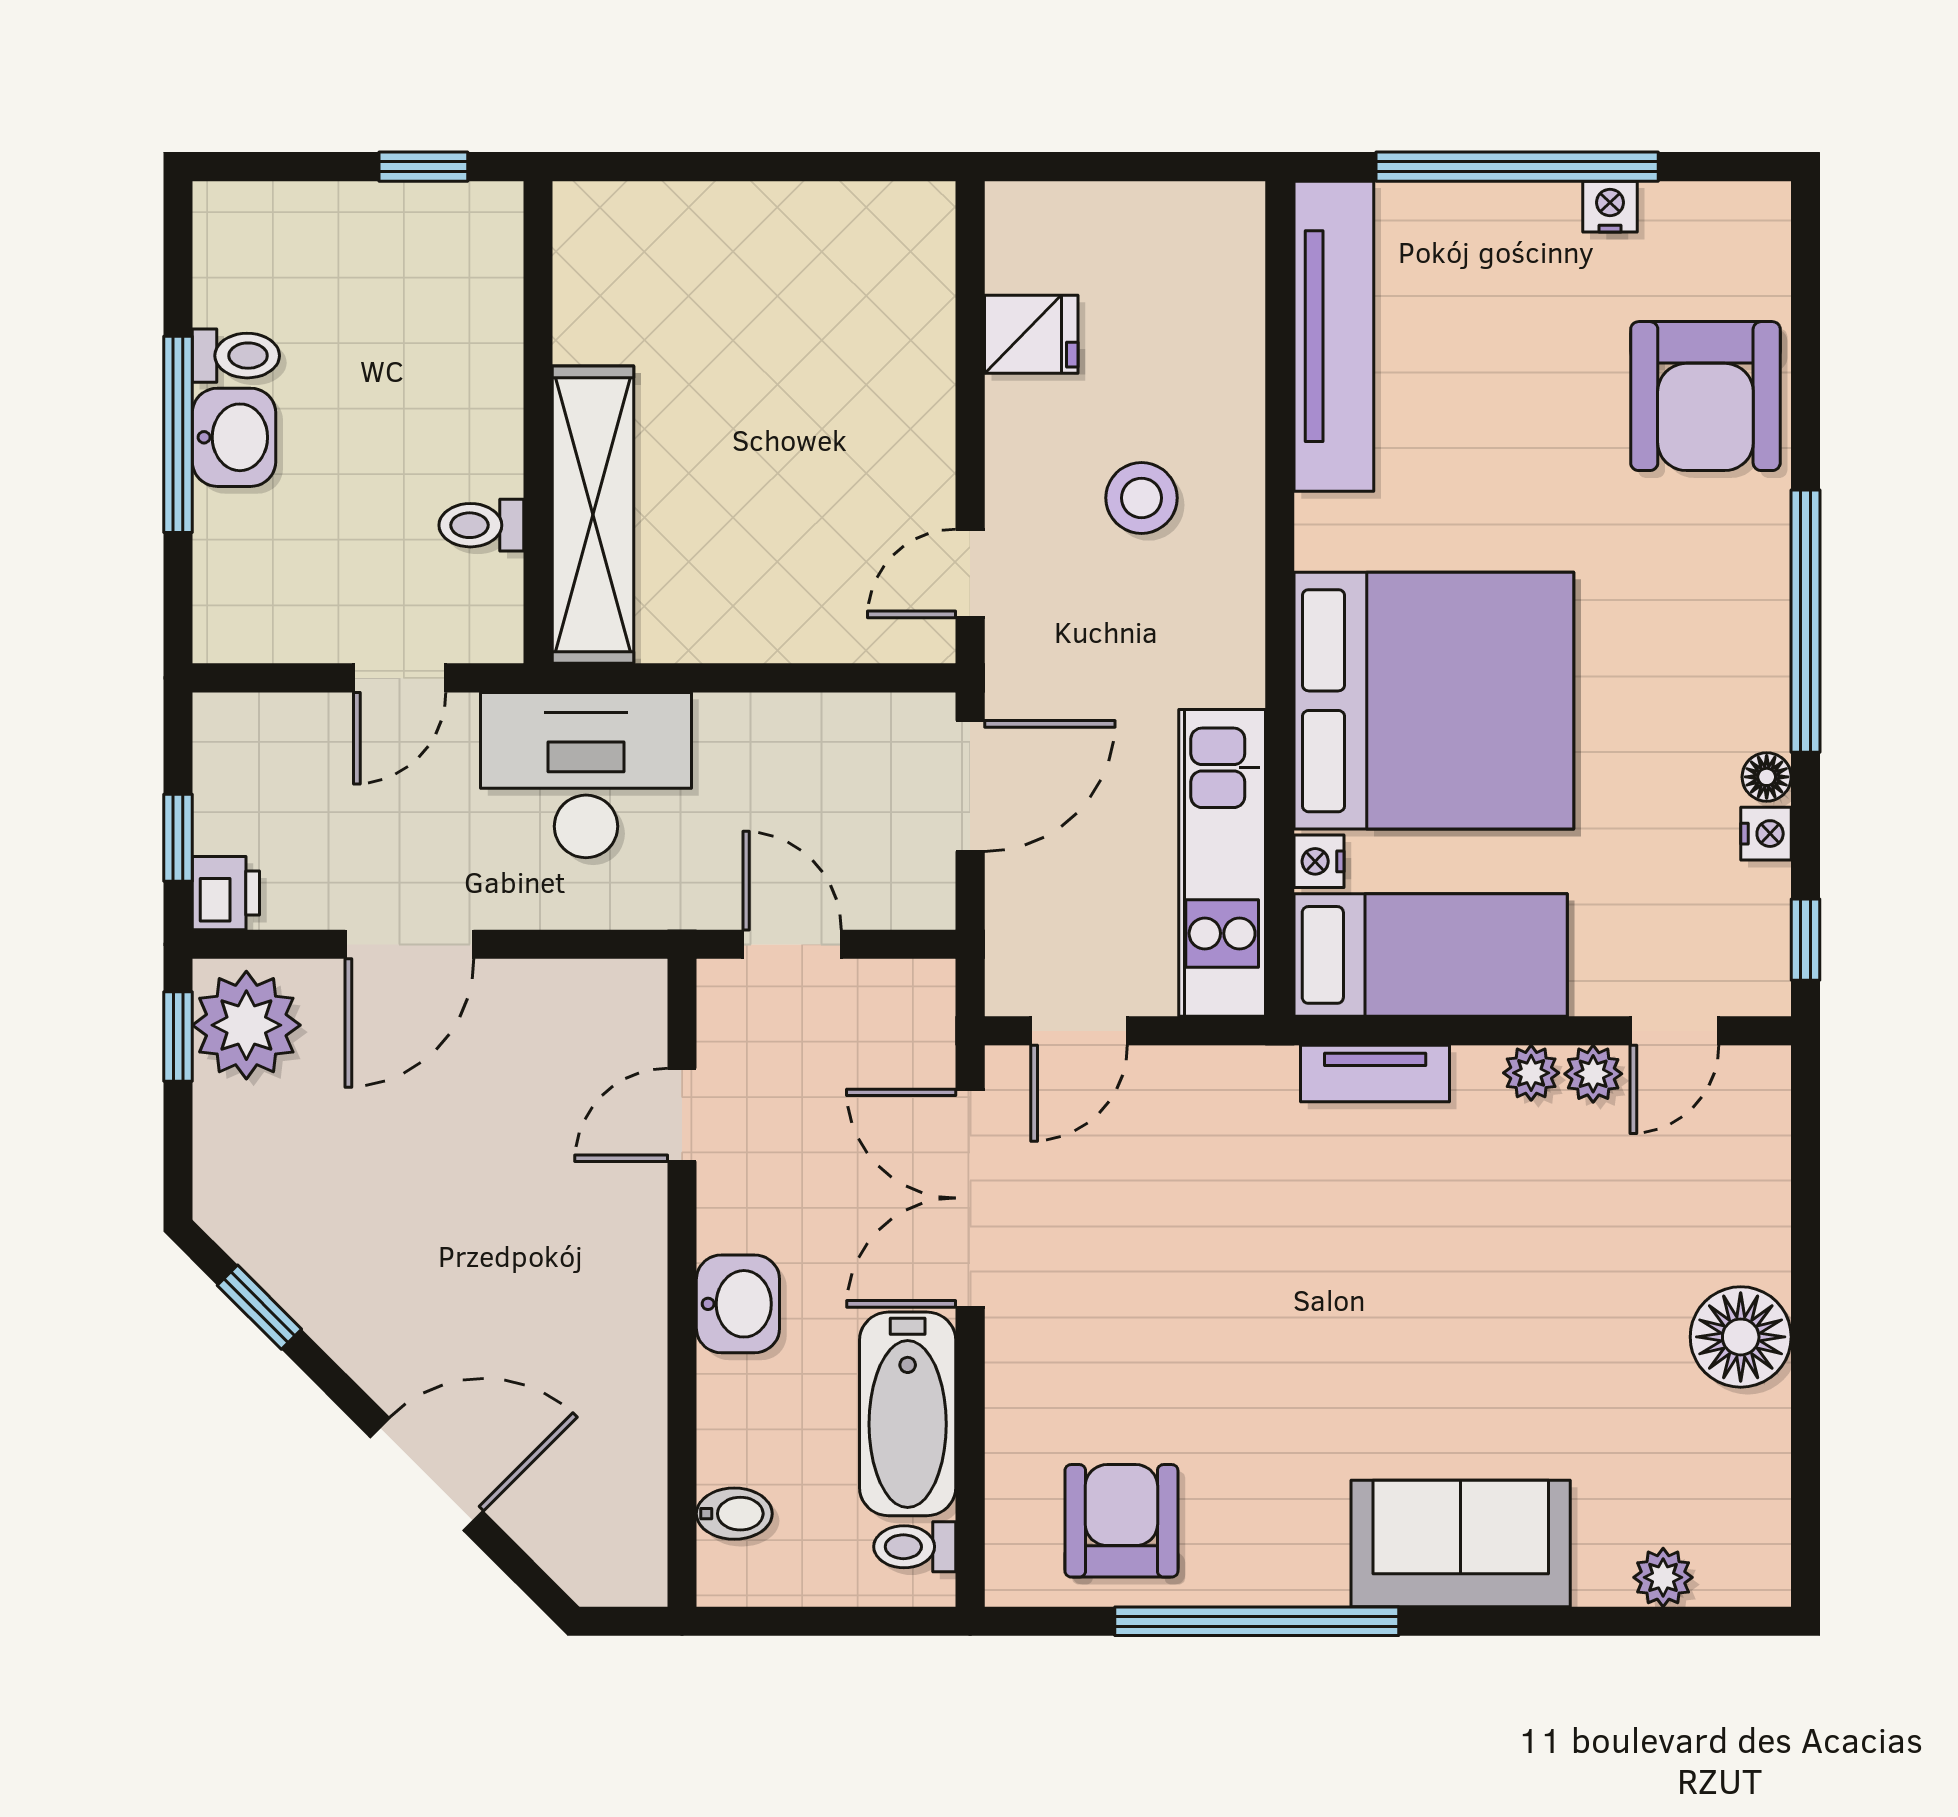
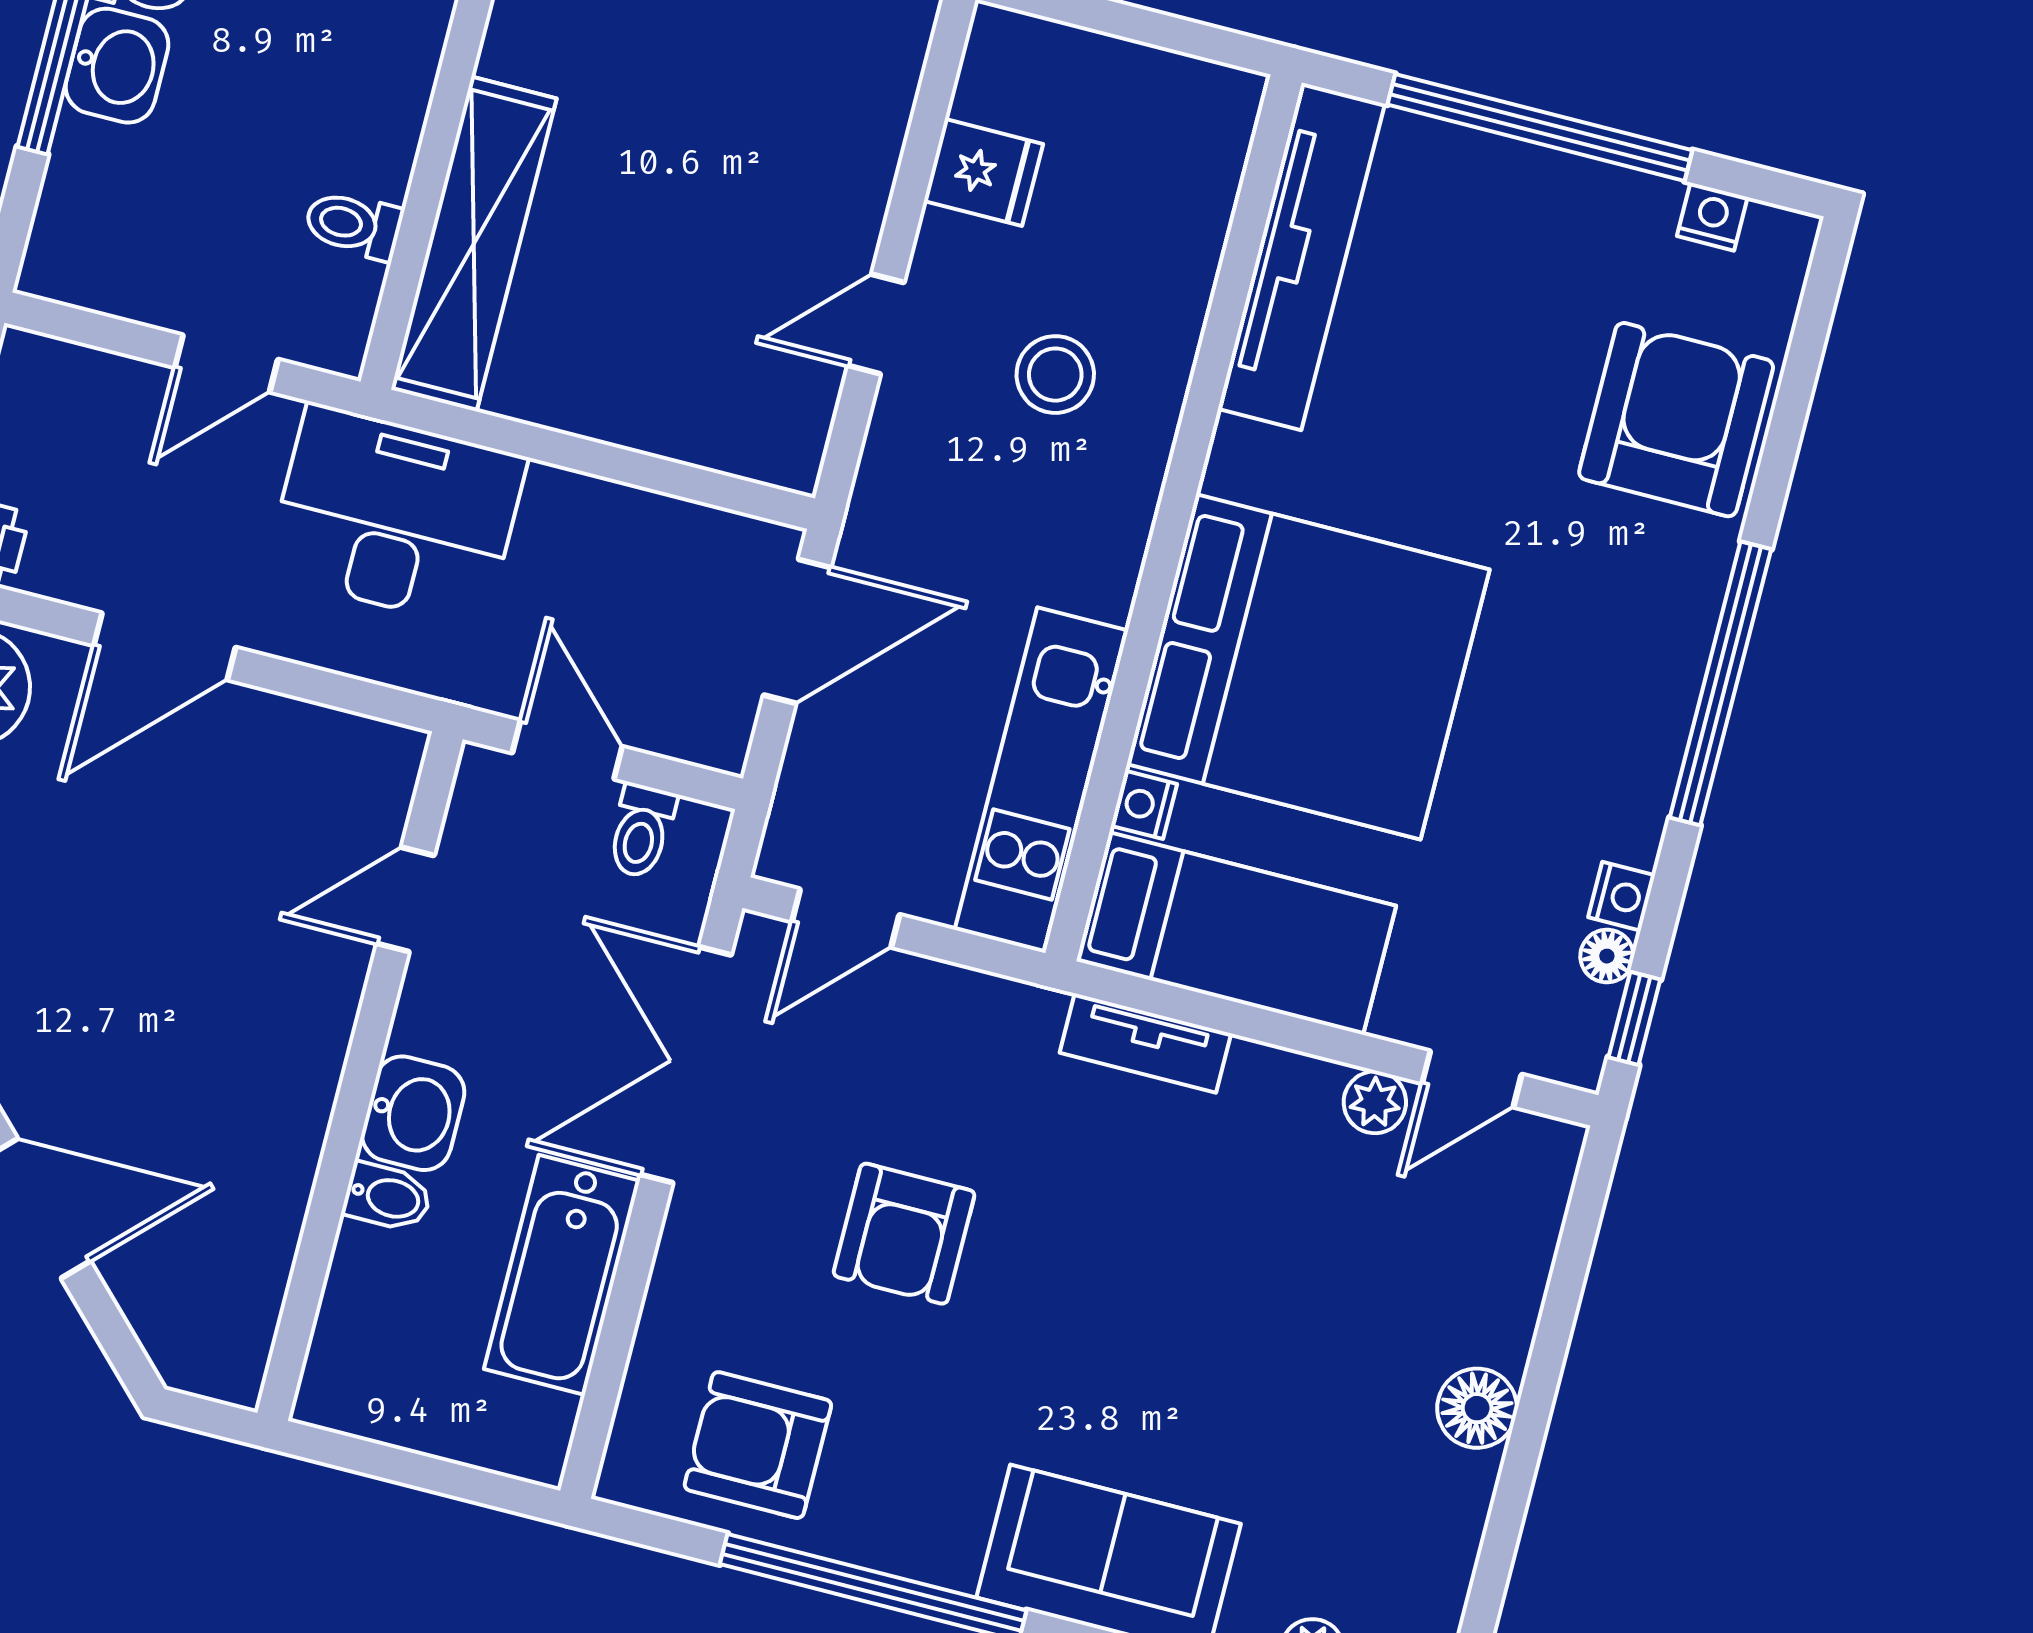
nightstand: (1610, 207) -> (1712, 217), moved
armchair: (1705, 396) -> (1676, 420), turned 180
door: (970, 573) -> (876, 324), moved
floor lamp: (1767, 777) -> (1607, 956), moved
plant: (1531, 1073) -> (1310, 1084), removed
armchair: (1203, 1299) -> (904, 1234), added
floor lamp: (1741, 1337) -> (1477, 1408), width x0.73, depth x0.73
bidet: (734, 1514) -> (387, 1197), moved
armchair: (1121, 1521) -> (758, 1445), turned -90
toilet: (915, 1547) -> (641, 831), moved, turned -90

